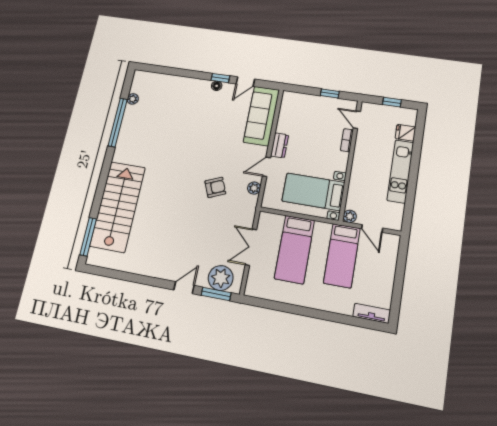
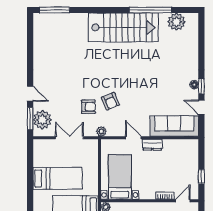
plant: (133, 99) -> (176, 22), width x1.88, depth x1.88
plant: (254, 188) -> (101, 131), moved
stairs: (118, 207) -> (123, 27), moved
armchair: (216, 216) -> (88, 107), added
bed: (294, 249) -> (57, 178), moved, turned 180

